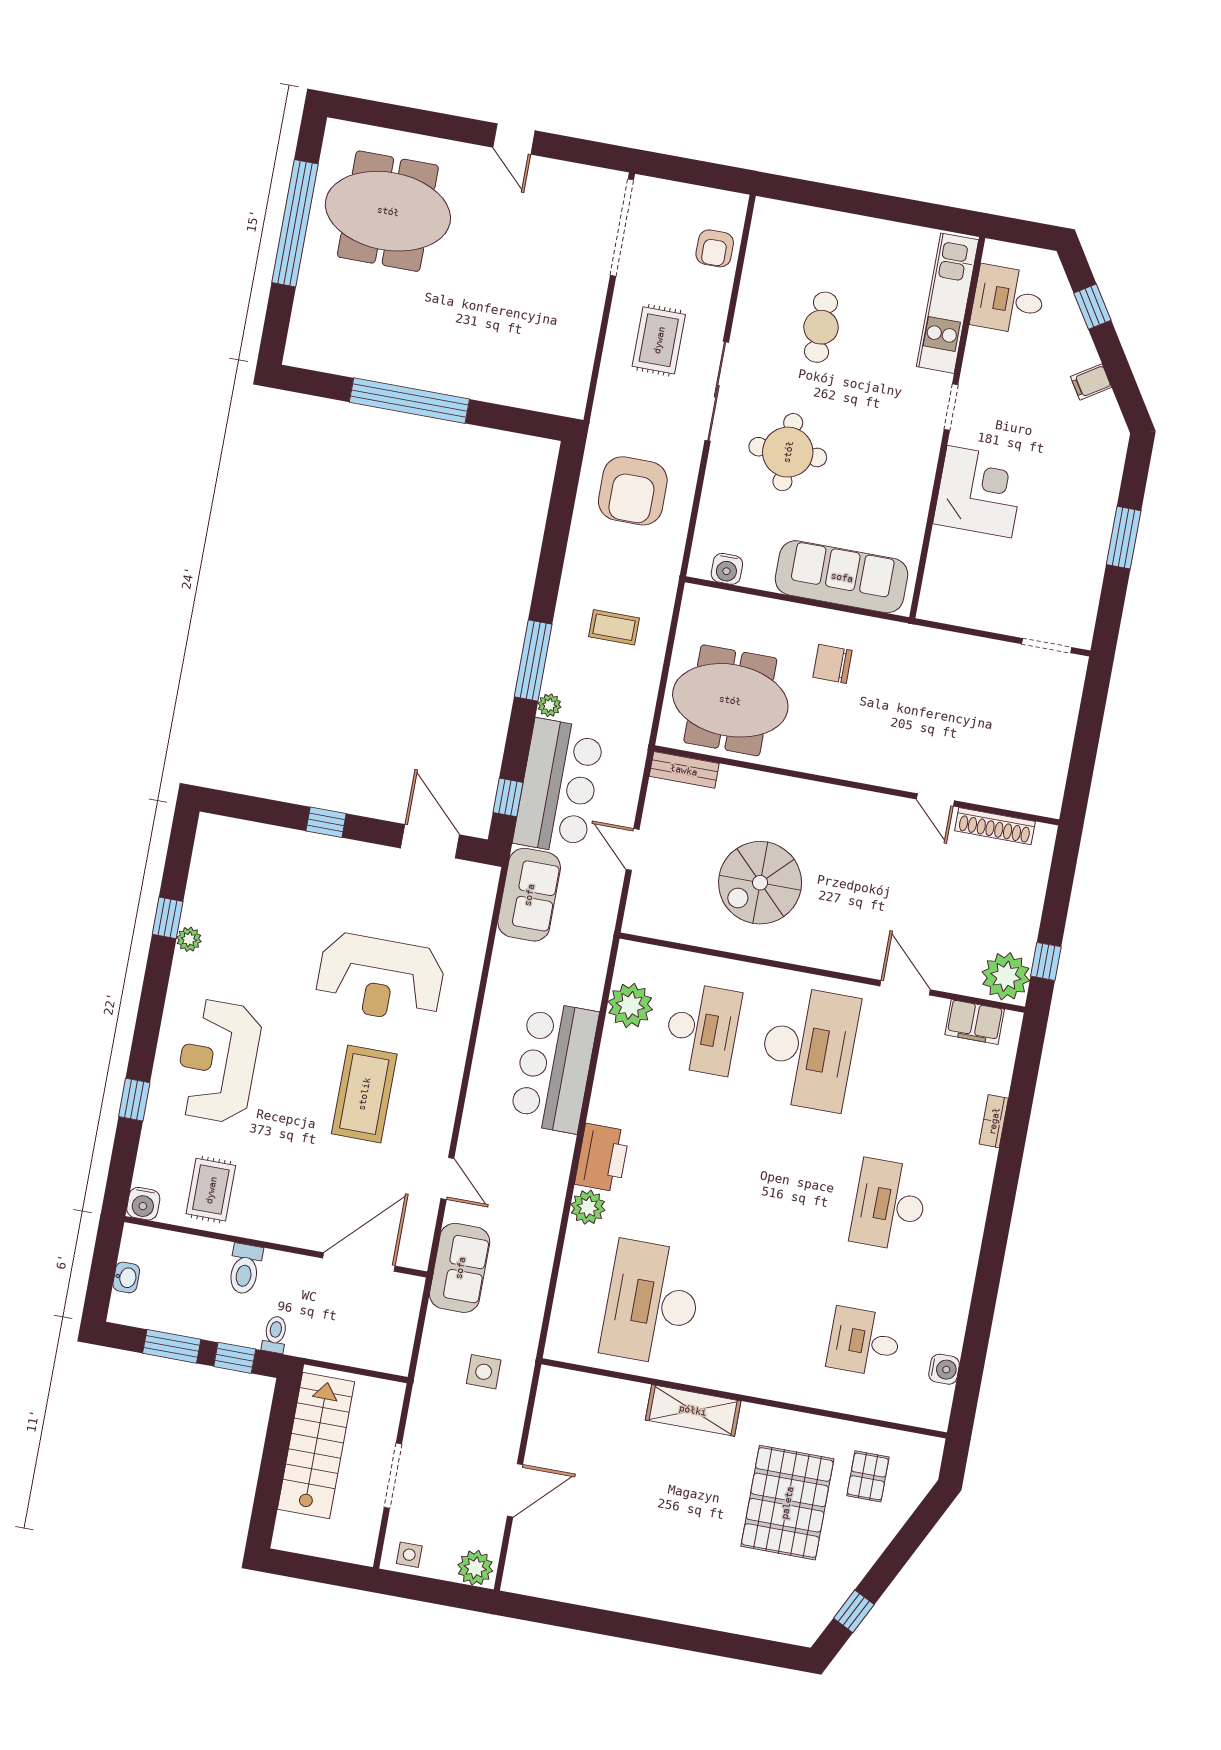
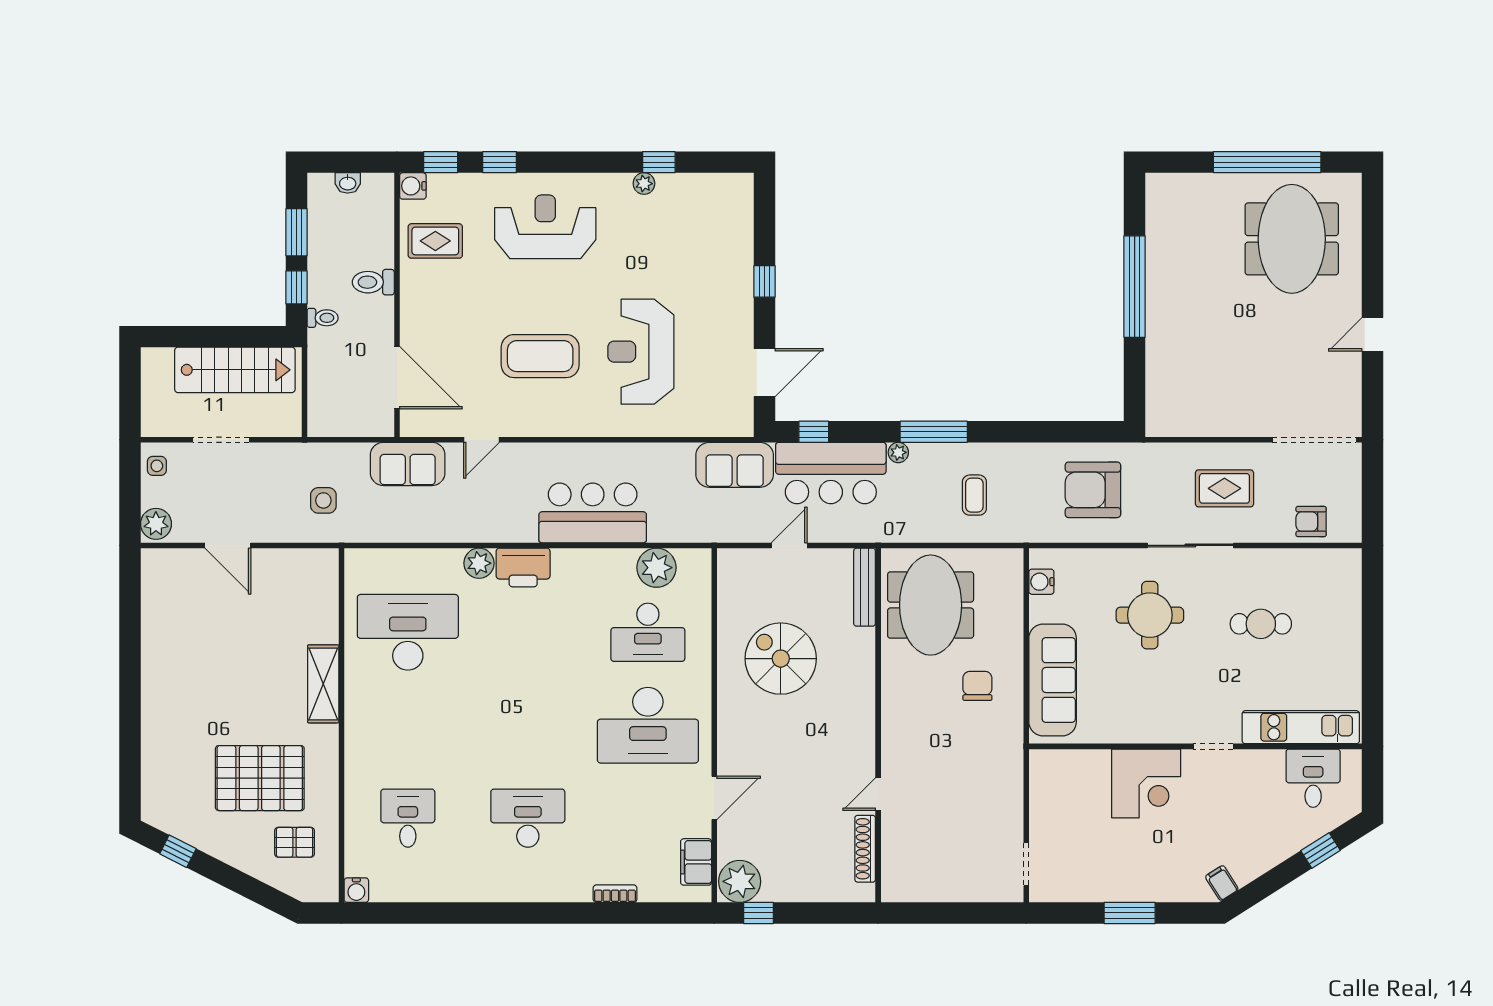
filing cabinet: (1091, 382) -> (1222, 883), moved
bench: (684, 770) -> (865, 587), width x1.36
window: (122, 1167) -> (441, 162), added
water cooler: (944, 1369) -> (356, 890), moved

